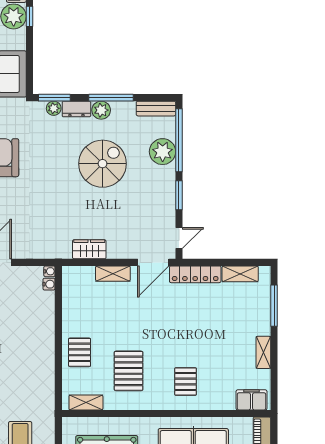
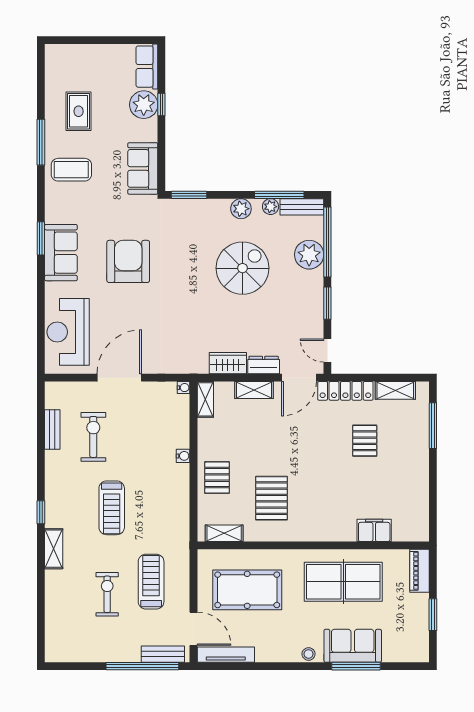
window: (111, 98) -> (279, 195), moved
plant: (54, 108) -> (271, 207), moved
dresser: (76, 109) -> (264, 365), moved, turned 180
door: (179, 238) -> (327, 351), swing flipped
water cooler: (49, 284) -> (183, 456), moved
shelving: (263, 352) -> (205, 399), moved
pallet: (186, 382) -> (365, 441), moved
filing cabinet: (251, 400) -> (374, 530), moved

